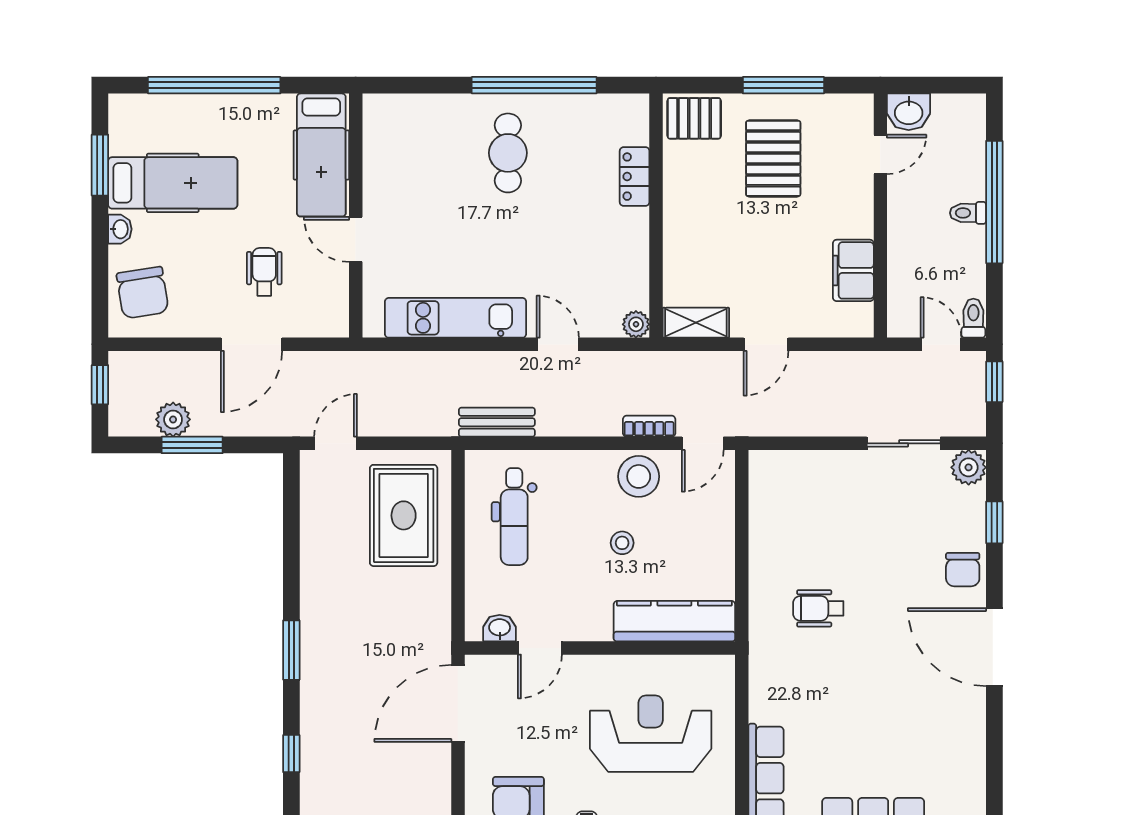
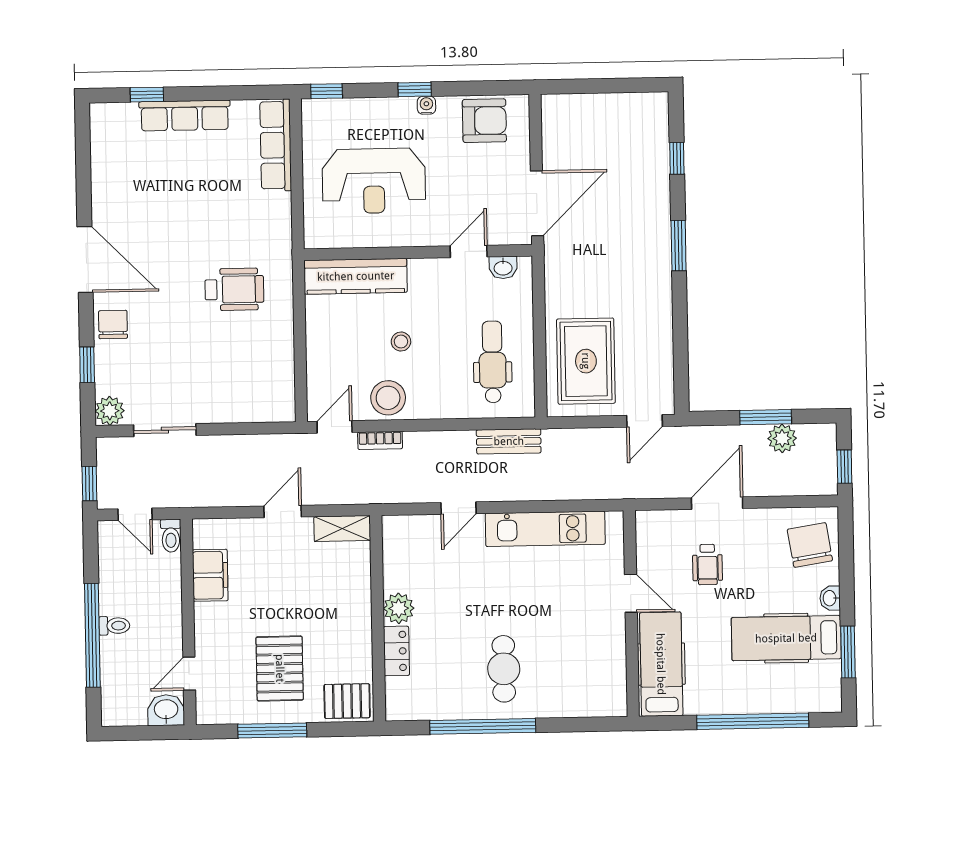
toilet: (973, 318) -> (171, 536), moved
plant: (636, 324) -> (399, 608), moved, width x1.38, depth x1.38
door: (558, 344) -> (459, 508), hinge flipped
wheelchair: (818, 608) -> (234, 289), width x1.36, depth x1.37

